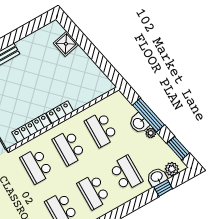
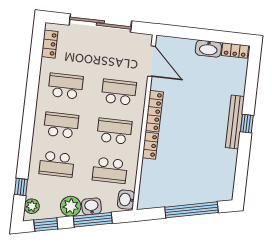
shower: (66, 44) -> (205, 193), removed
window: (86, 45) -> (192, 210), added
school desk: (101, 129) -> (110, 170), turned 180
plant: (151, 133) -> (71, 206), width x1.88, depth x1.88
washbasin: (157, 177) -> (126, 200), moved, turned 180

